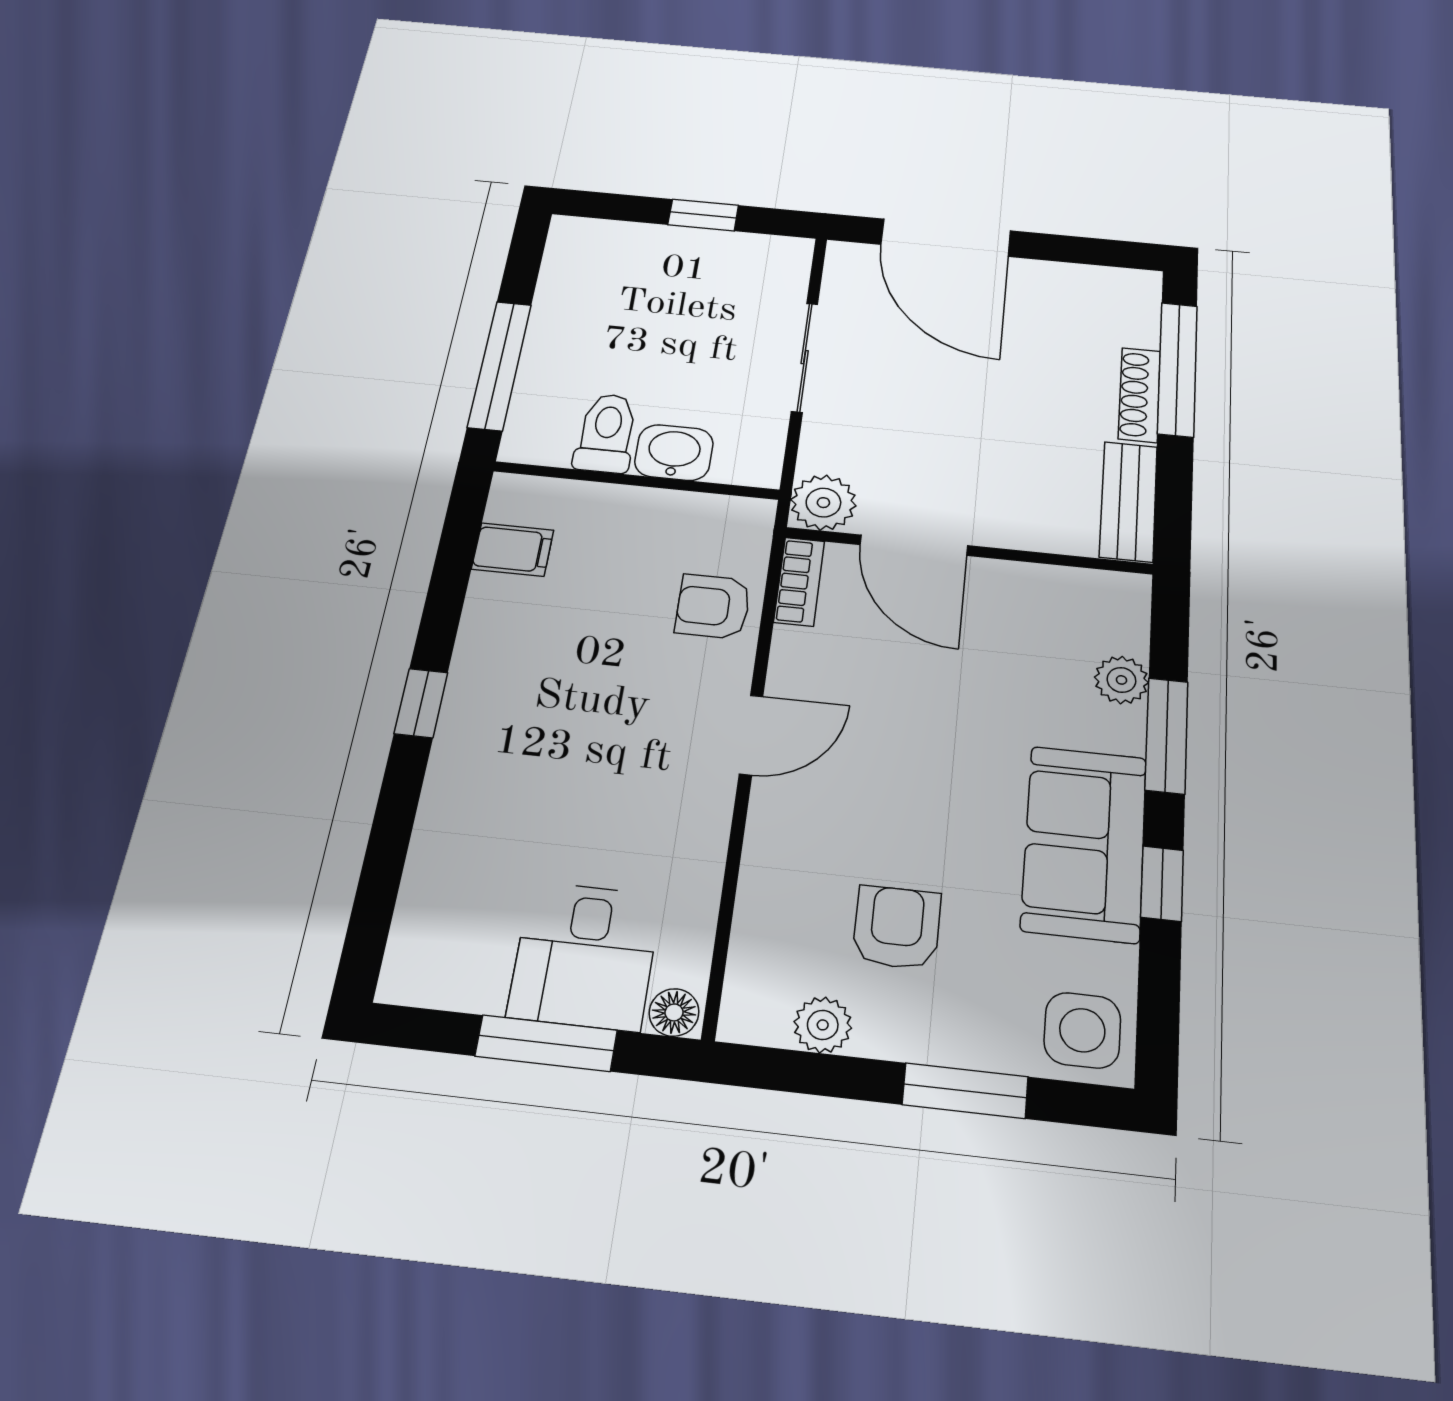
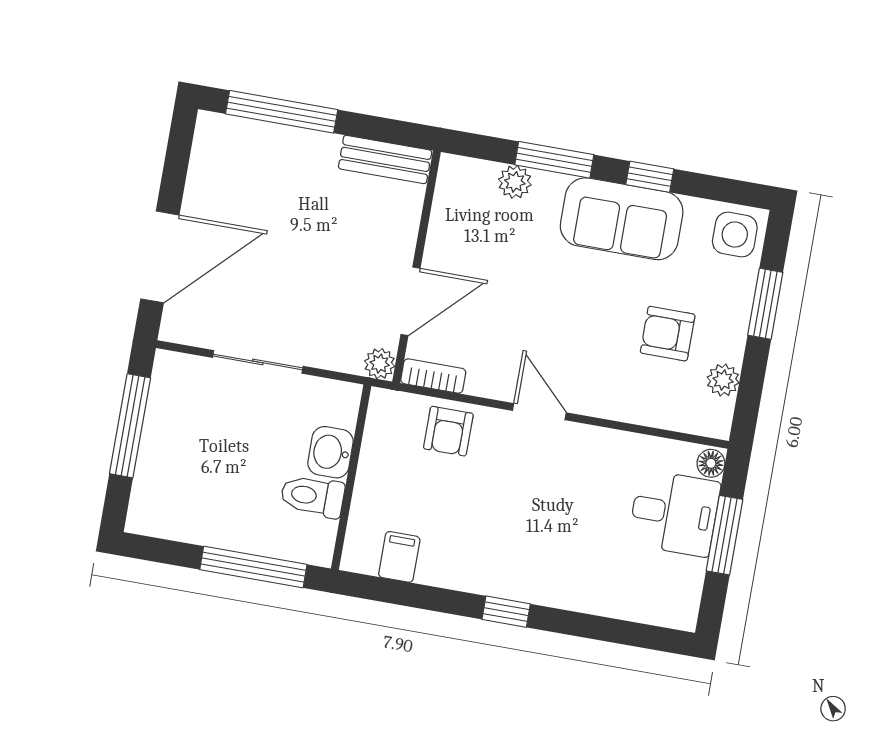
window: (703, 215) -> (130, 426), width x2.17
shoe rack: (1139, 395) -> (301, 140), removed
plant: (823, 503) -> (380, 364), width x0.73, depth x0.73

